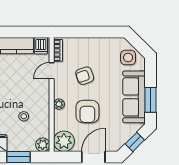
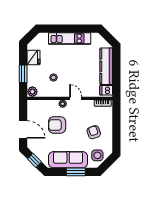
door: (52, 71) -> (76, 98), moved
armchair: (85, 76) -> (94, 132), moved
window: (150, 100) -> (76, 172), moved
plant: (64, 141) -> (35, 107), removed

